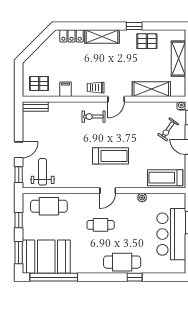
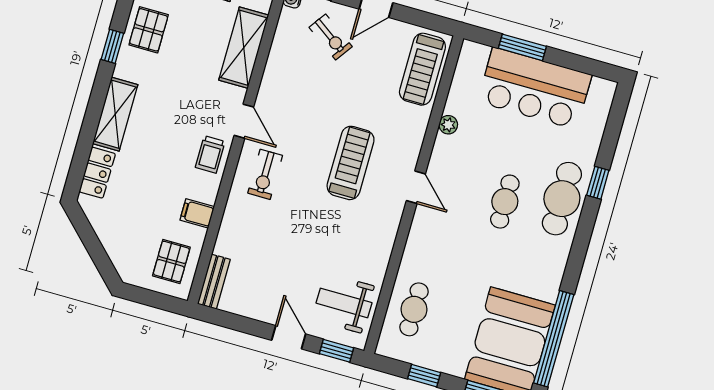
cafe table: (49, 206) -> (414, 309), width x0.73, depth x0.74
cafe table: (101, 225) -> (505, 202), moved

